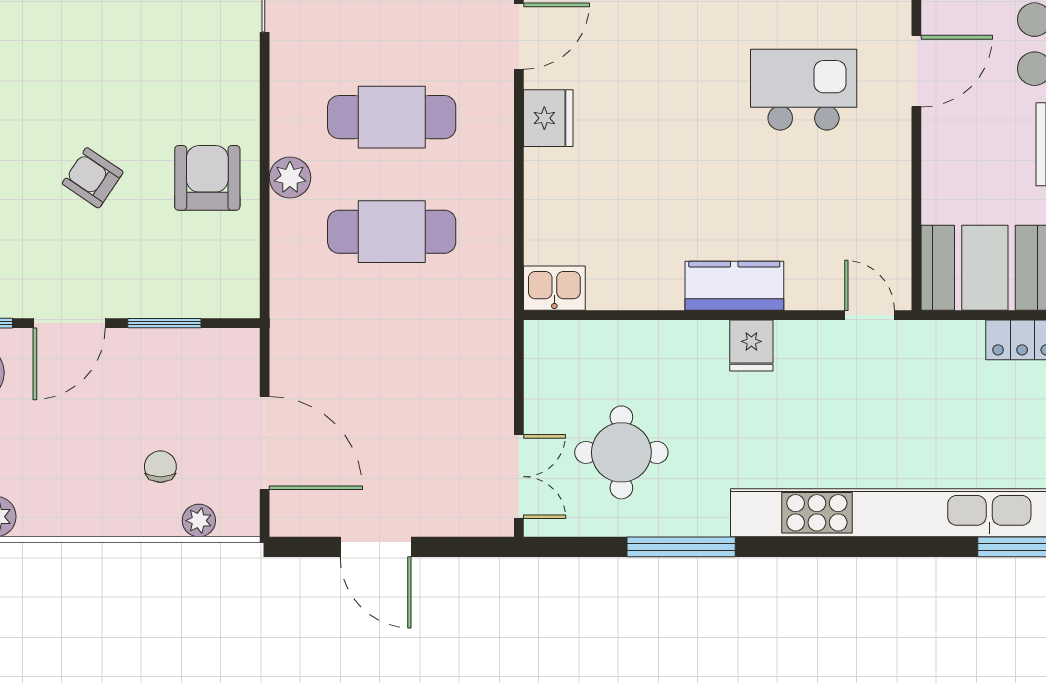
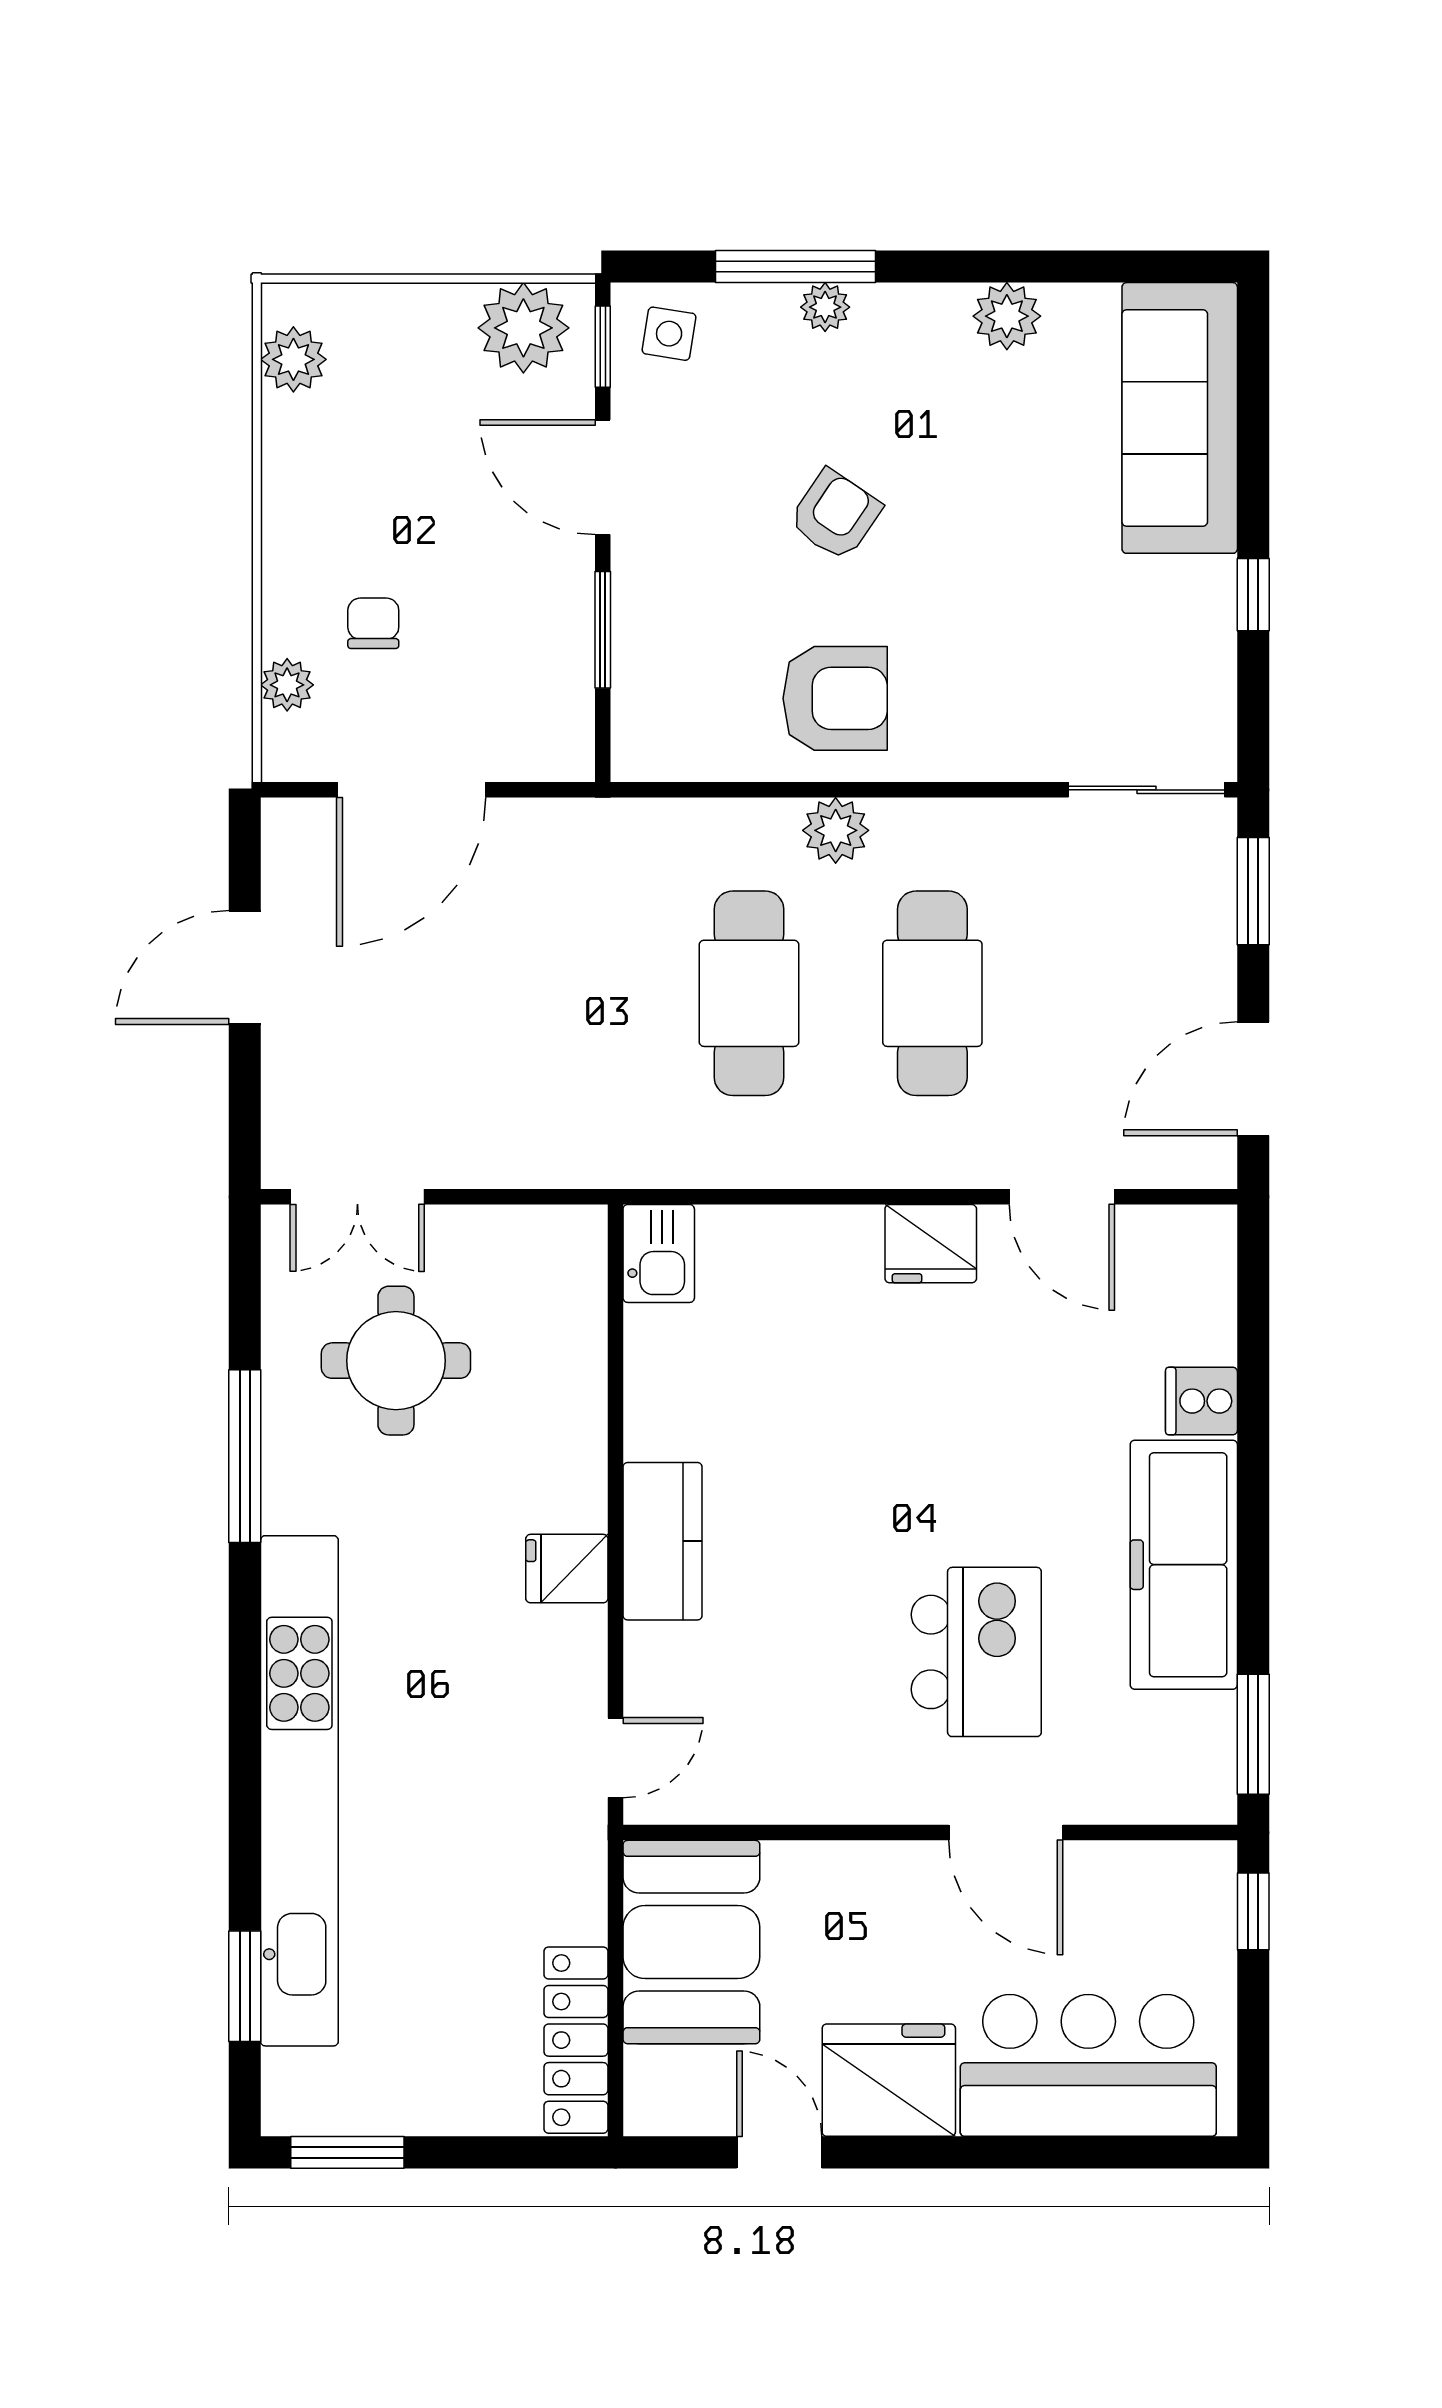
chair: (160, 467) -> (373, 623), turned -90

